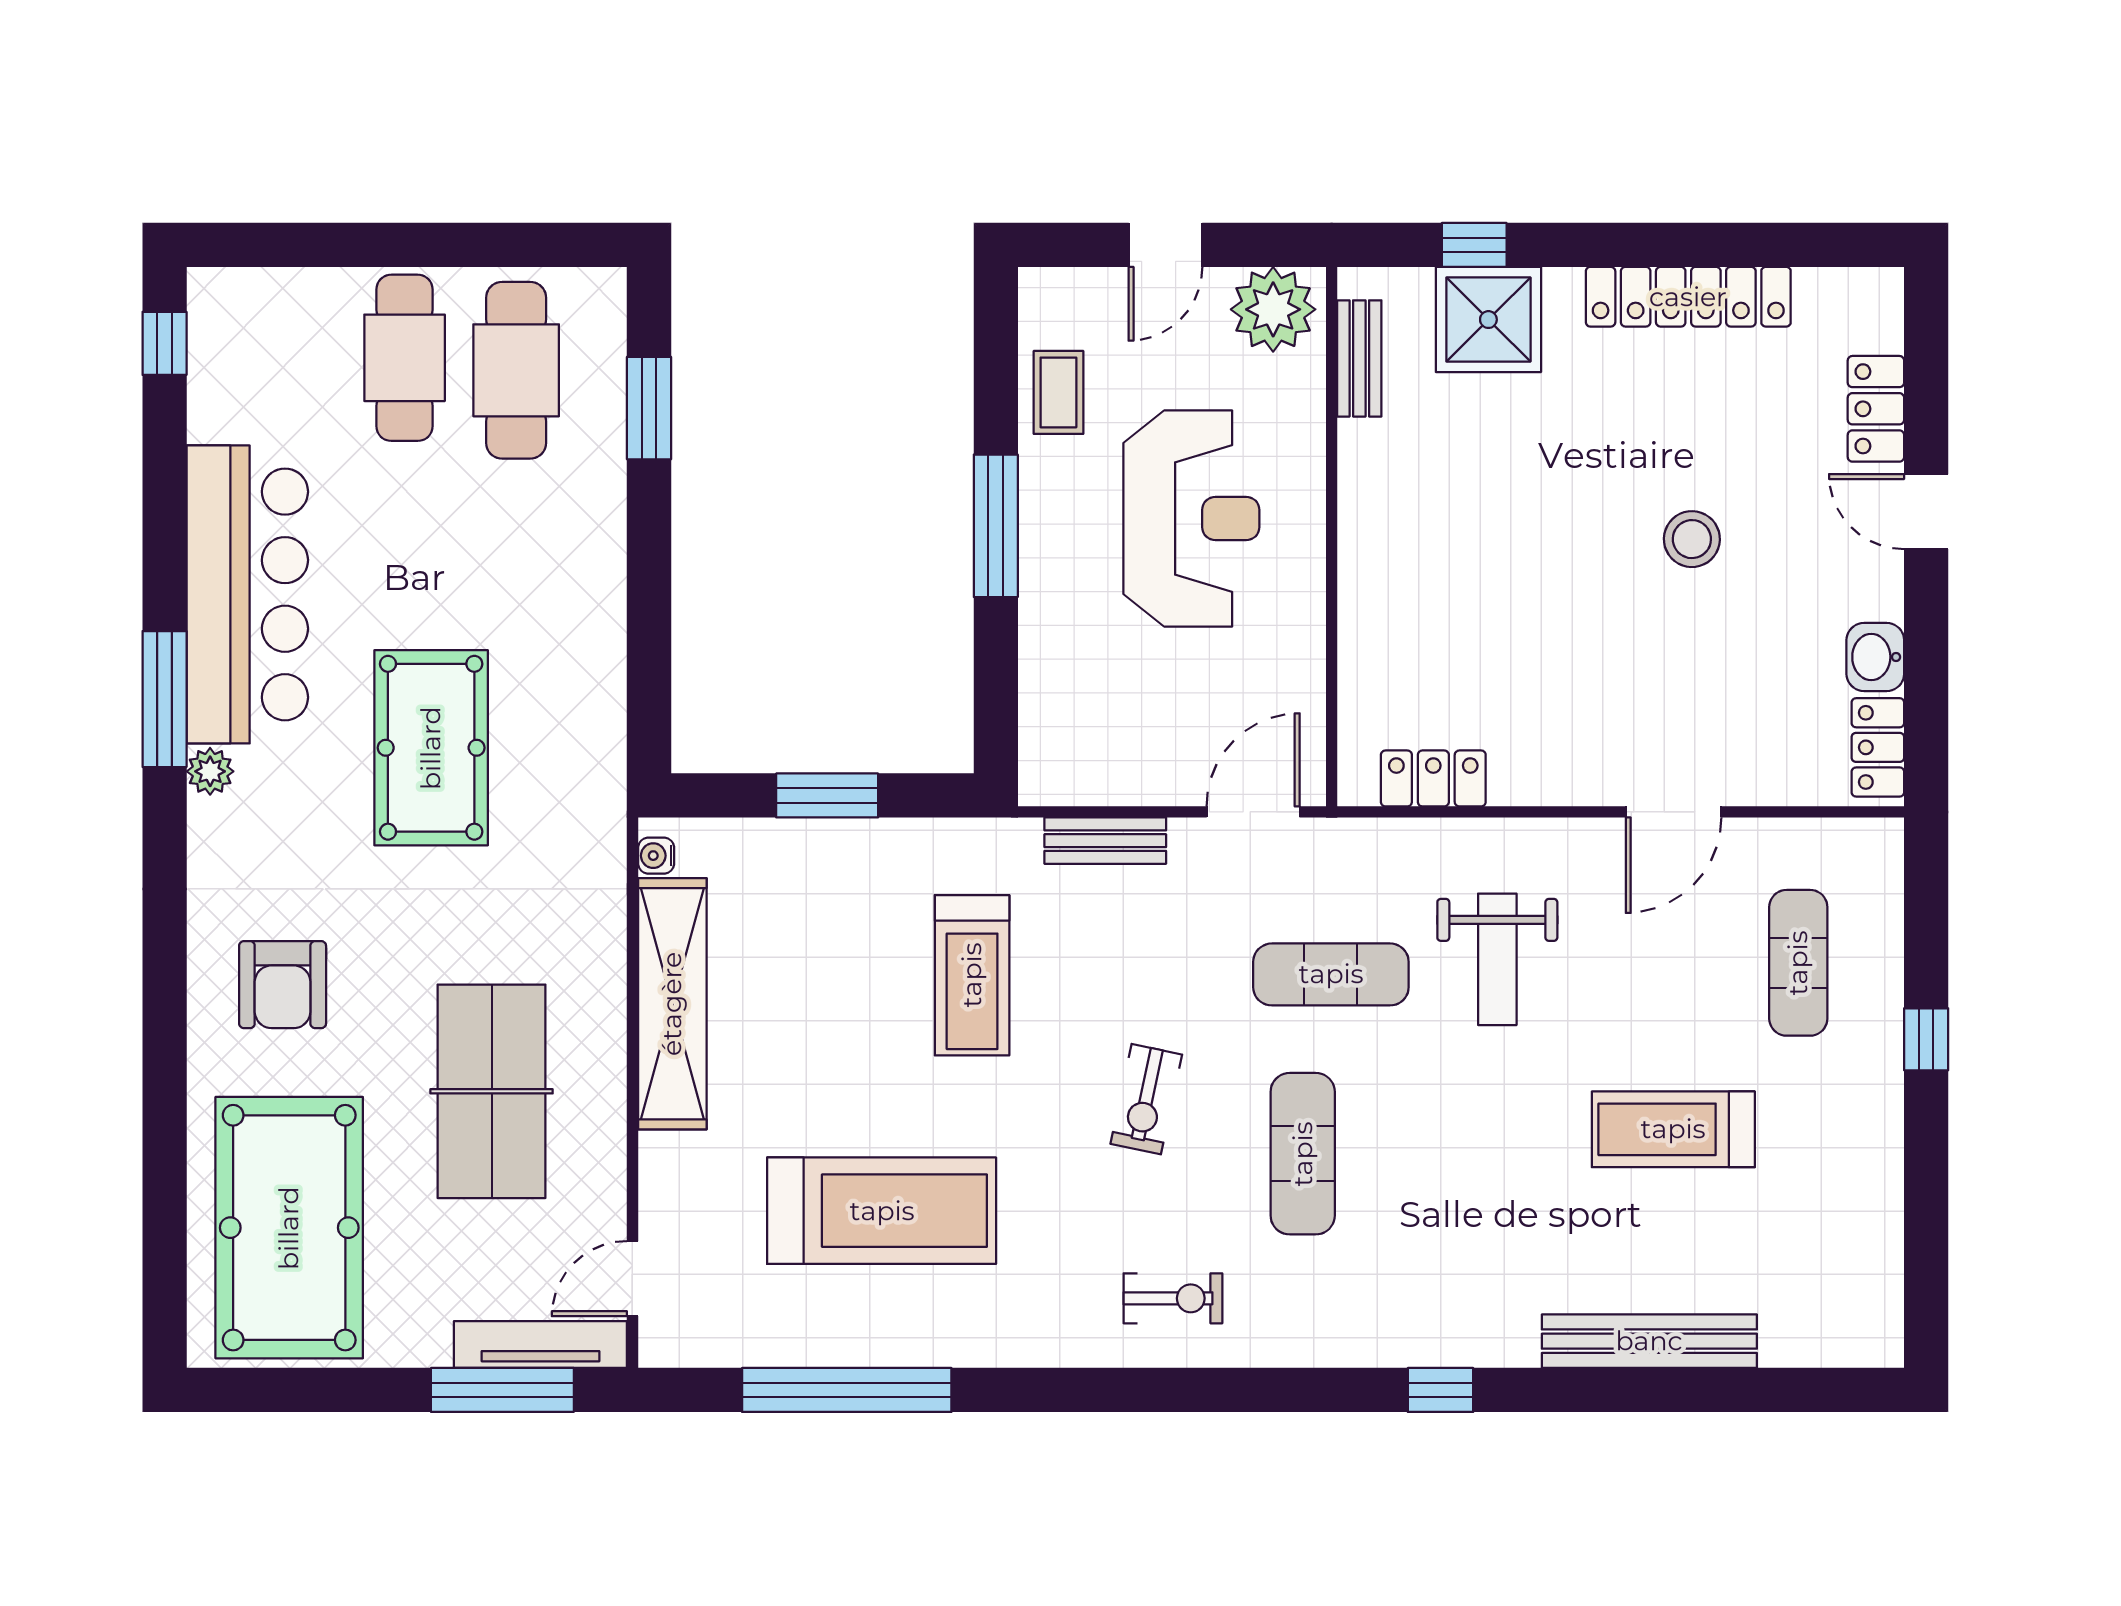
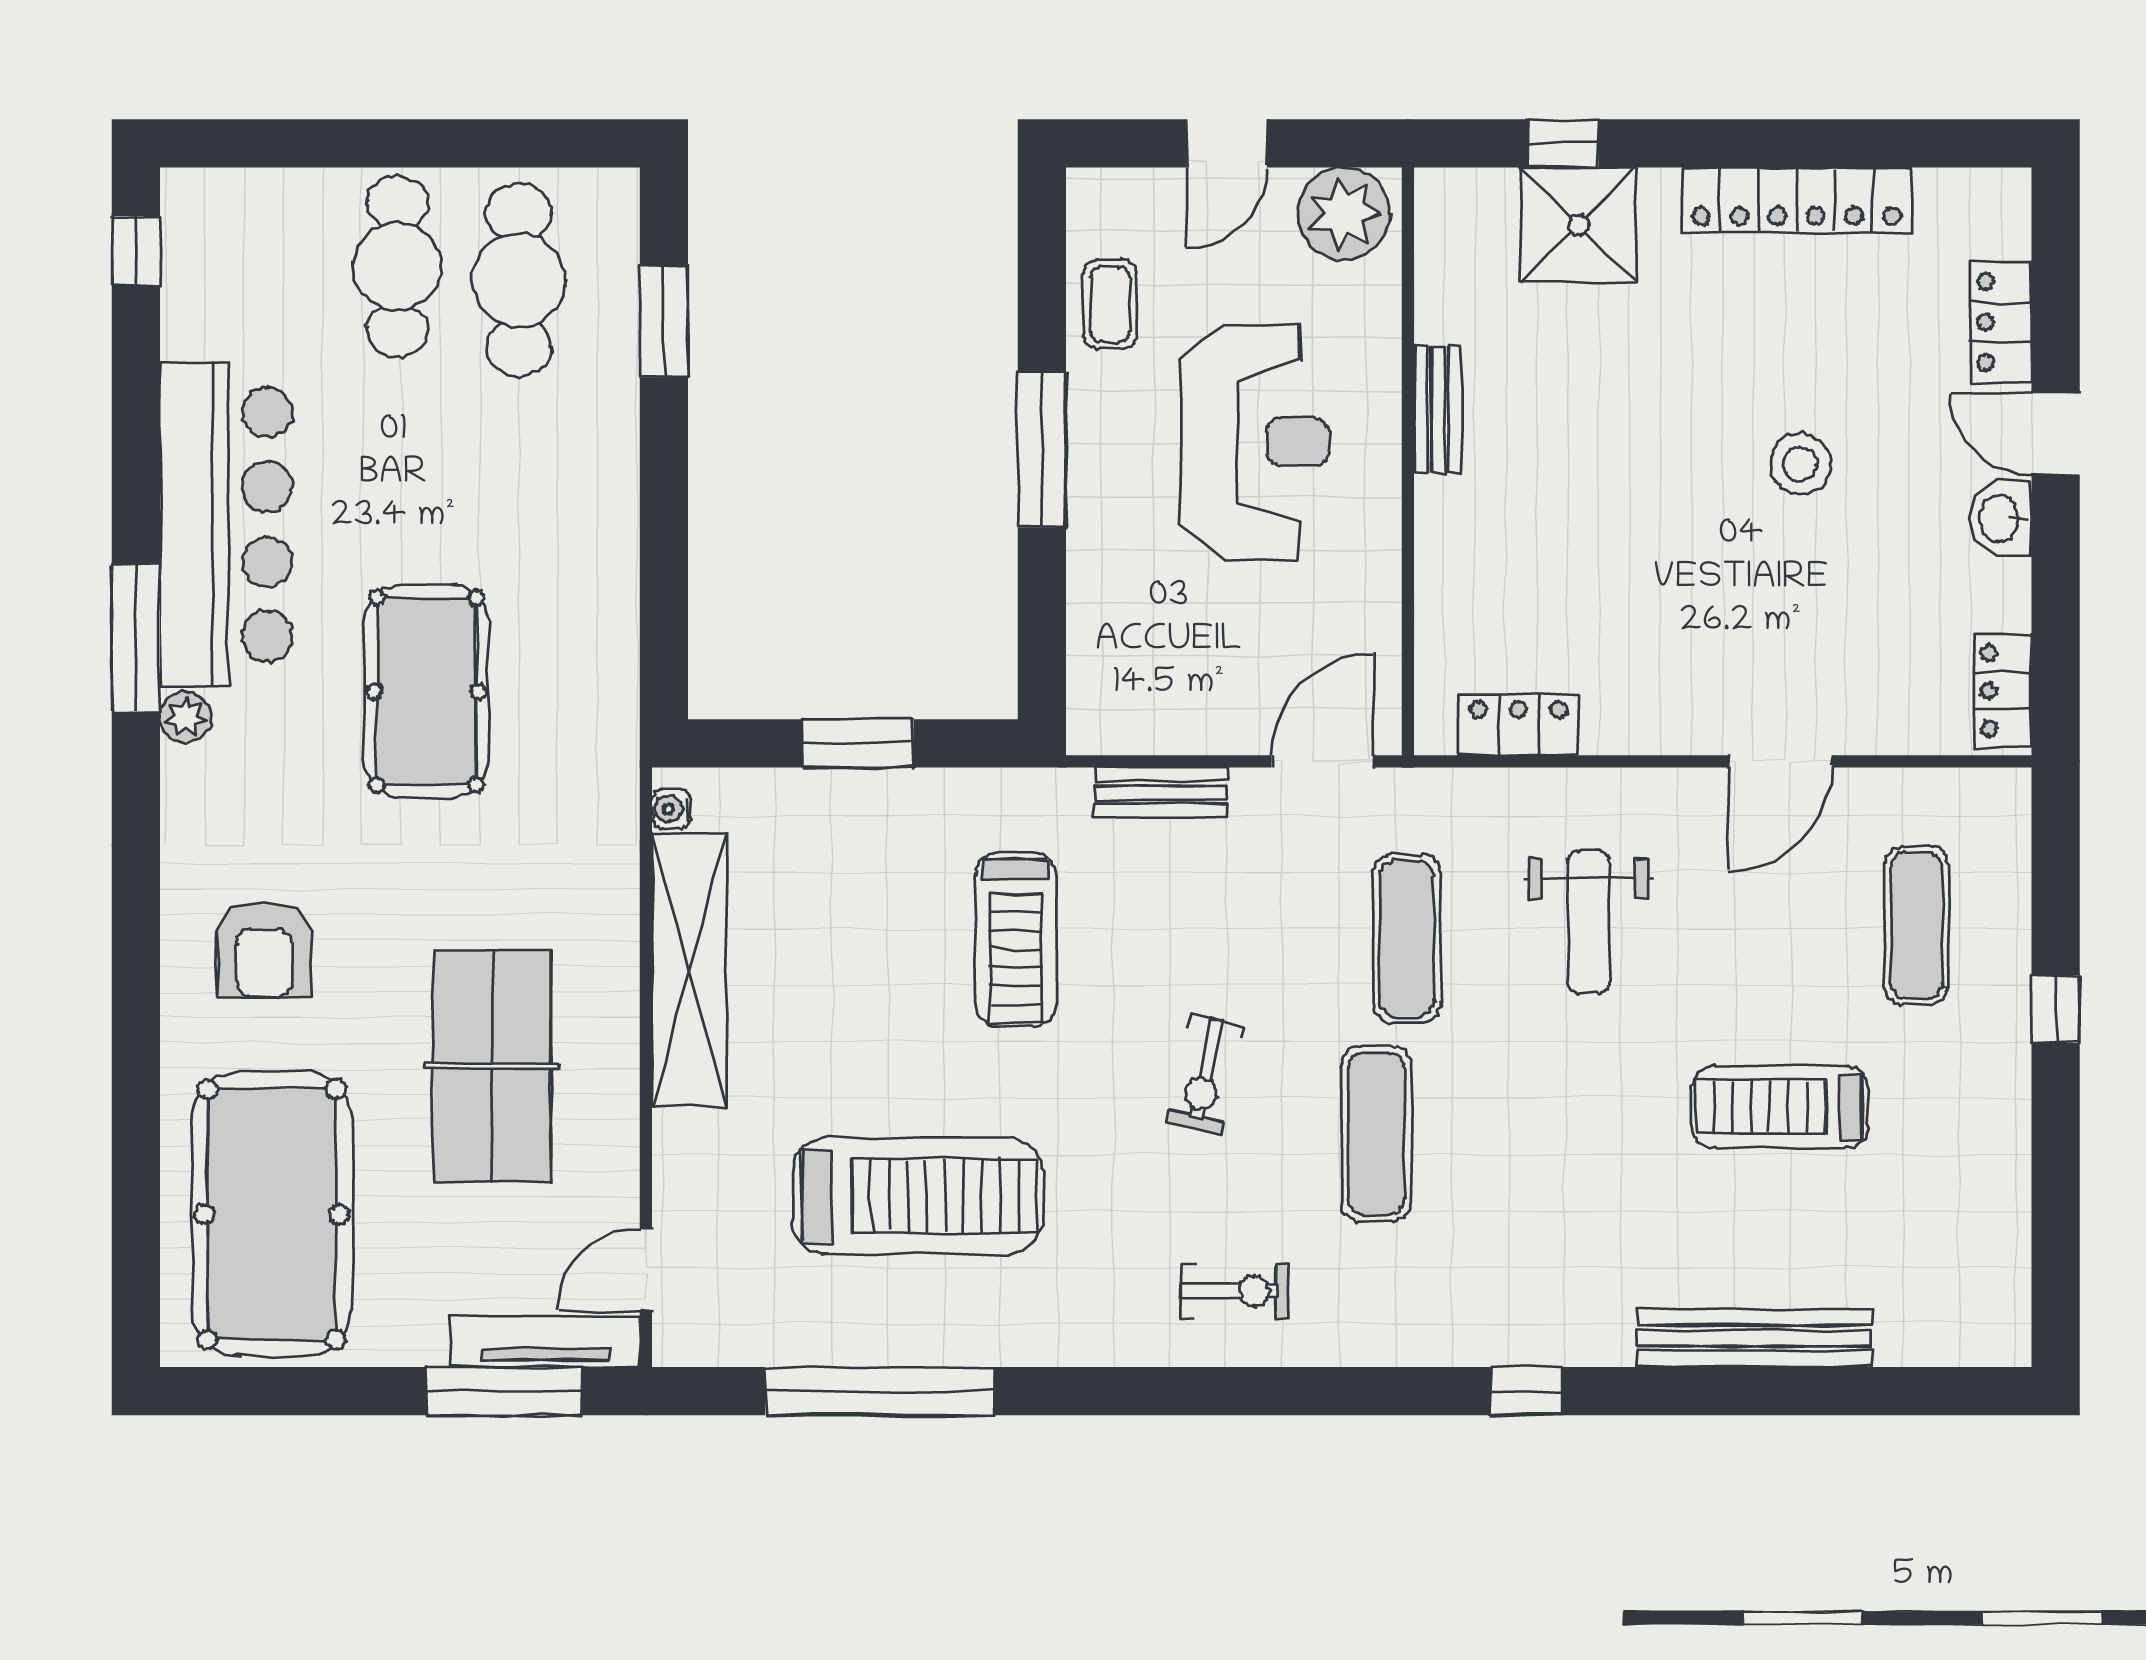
bench: (1359, 358) -> (1438, 409), moved
washbasin: (1875, 657) -> (2000, 519), moved
exercise mat: (1331, 974) -> (1407, 938), turned 90

